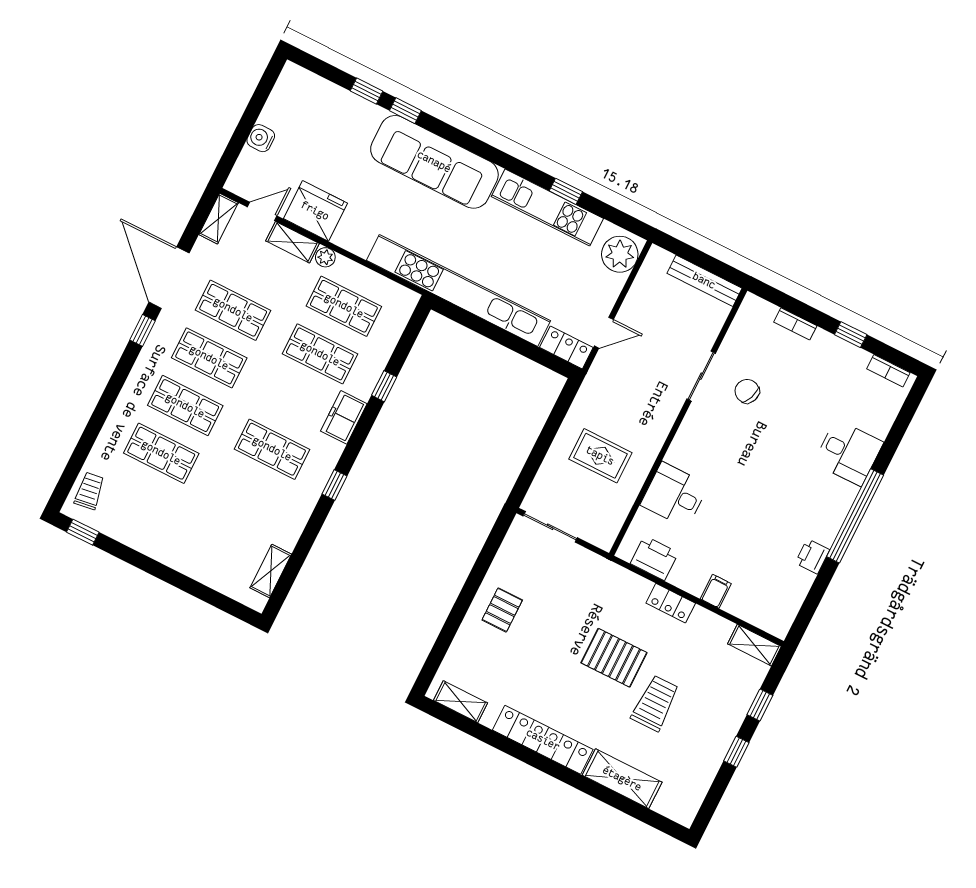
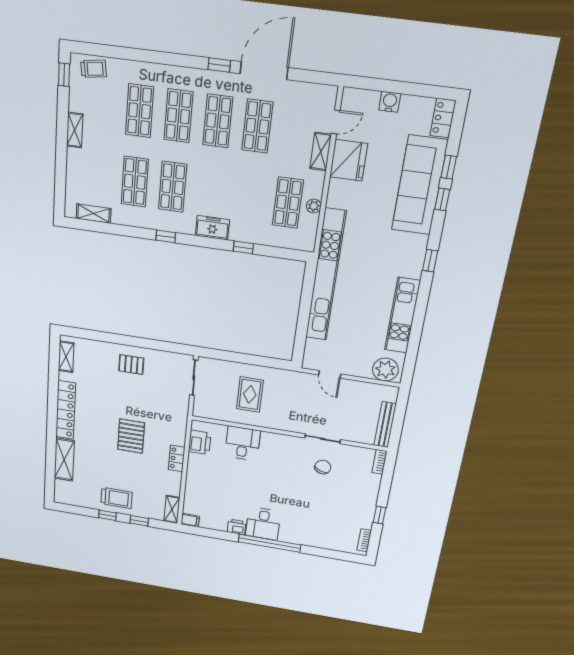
sofa: (434, 162) -> (419, 185), moved
window: (566, 191) -> (430, 261), moved
door: (262, 211) -> (336, 122), hinge flipped
shelving: (219, 219) -> (75, 130), moved, turned 90
plant: (325, 257) -> (314, 206), moved
bookcase: (795, 324) -> (379, 462), moved
locker: (566, 347) -> (443, 118), moved, turned 180
shop shelf: (320, 354) -> (135, 182), moved
desk: (848, 453) -> (263, 524), moved
filing cabinet: (716, 591) -> (190, 520), moved
trolley: (655, 703) -> (116, 498), moved

